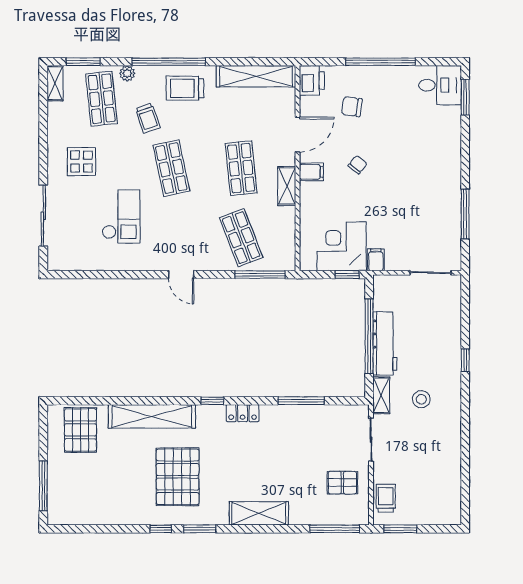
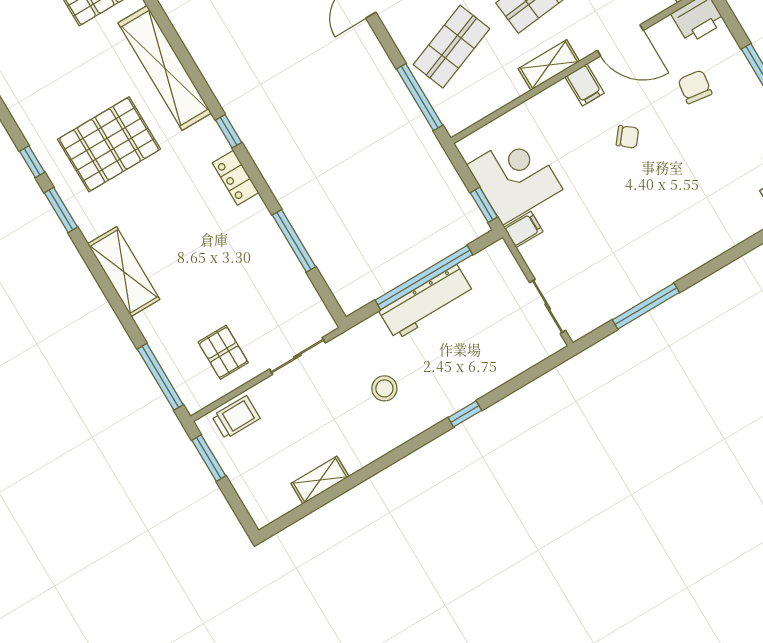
shelving: (381, 395) -> (320, 480), moved

